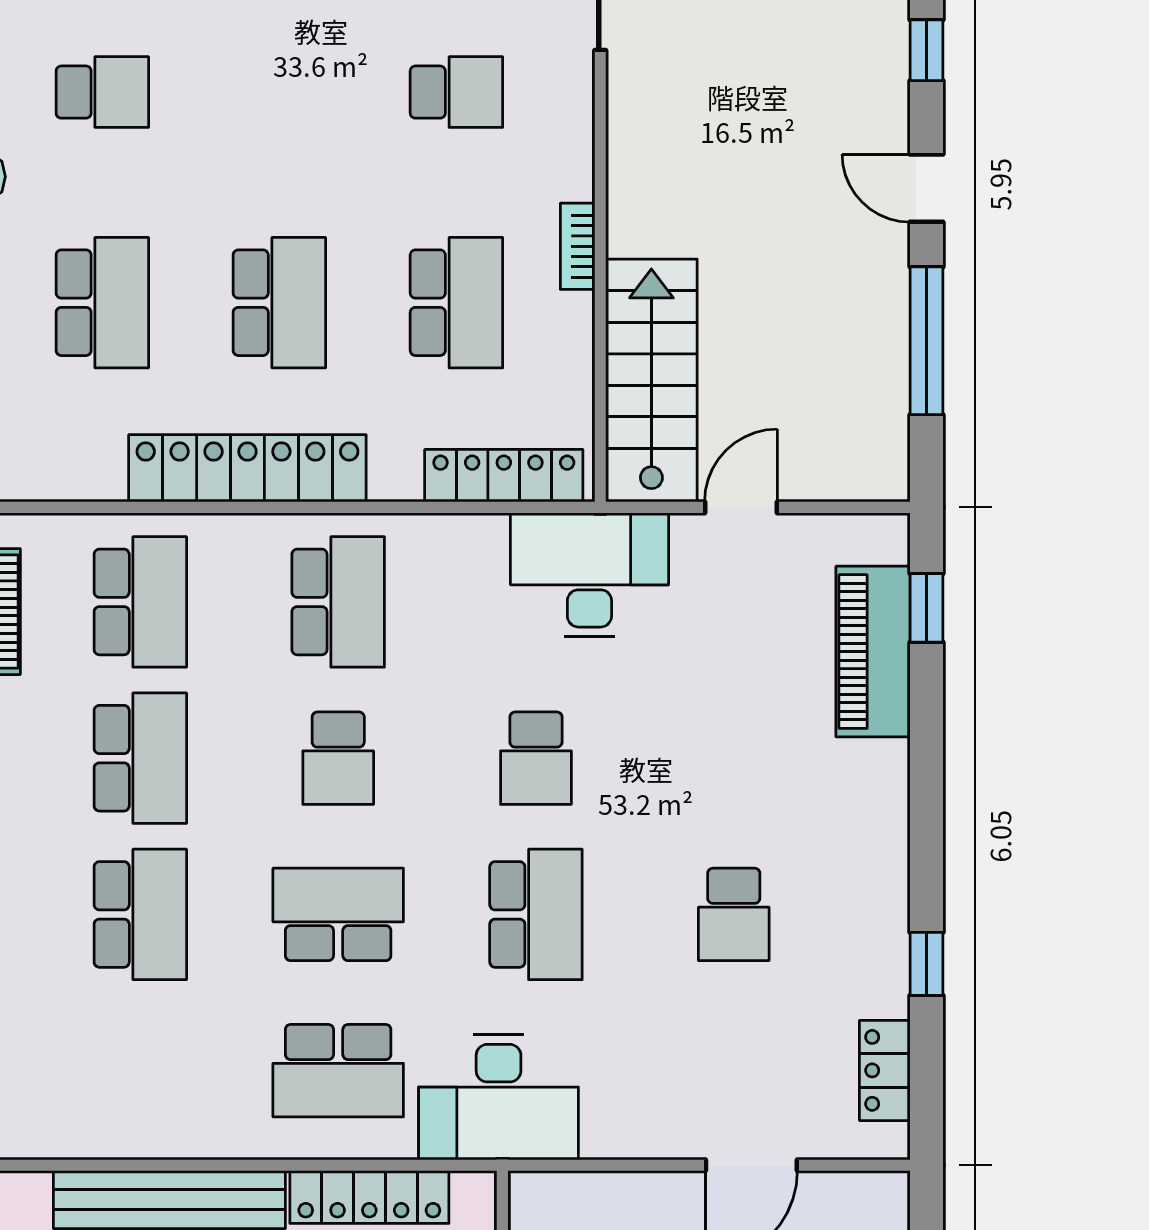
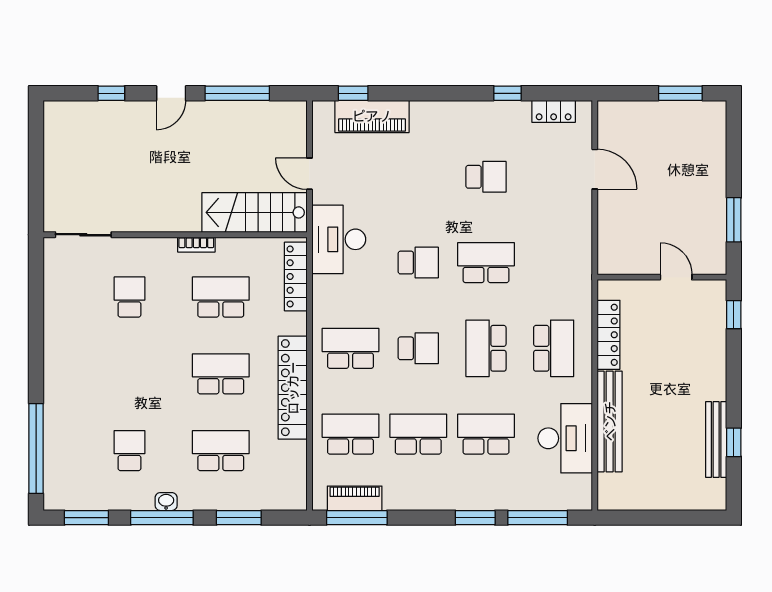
desk: (499, 1097) -> (565, 438), moved

